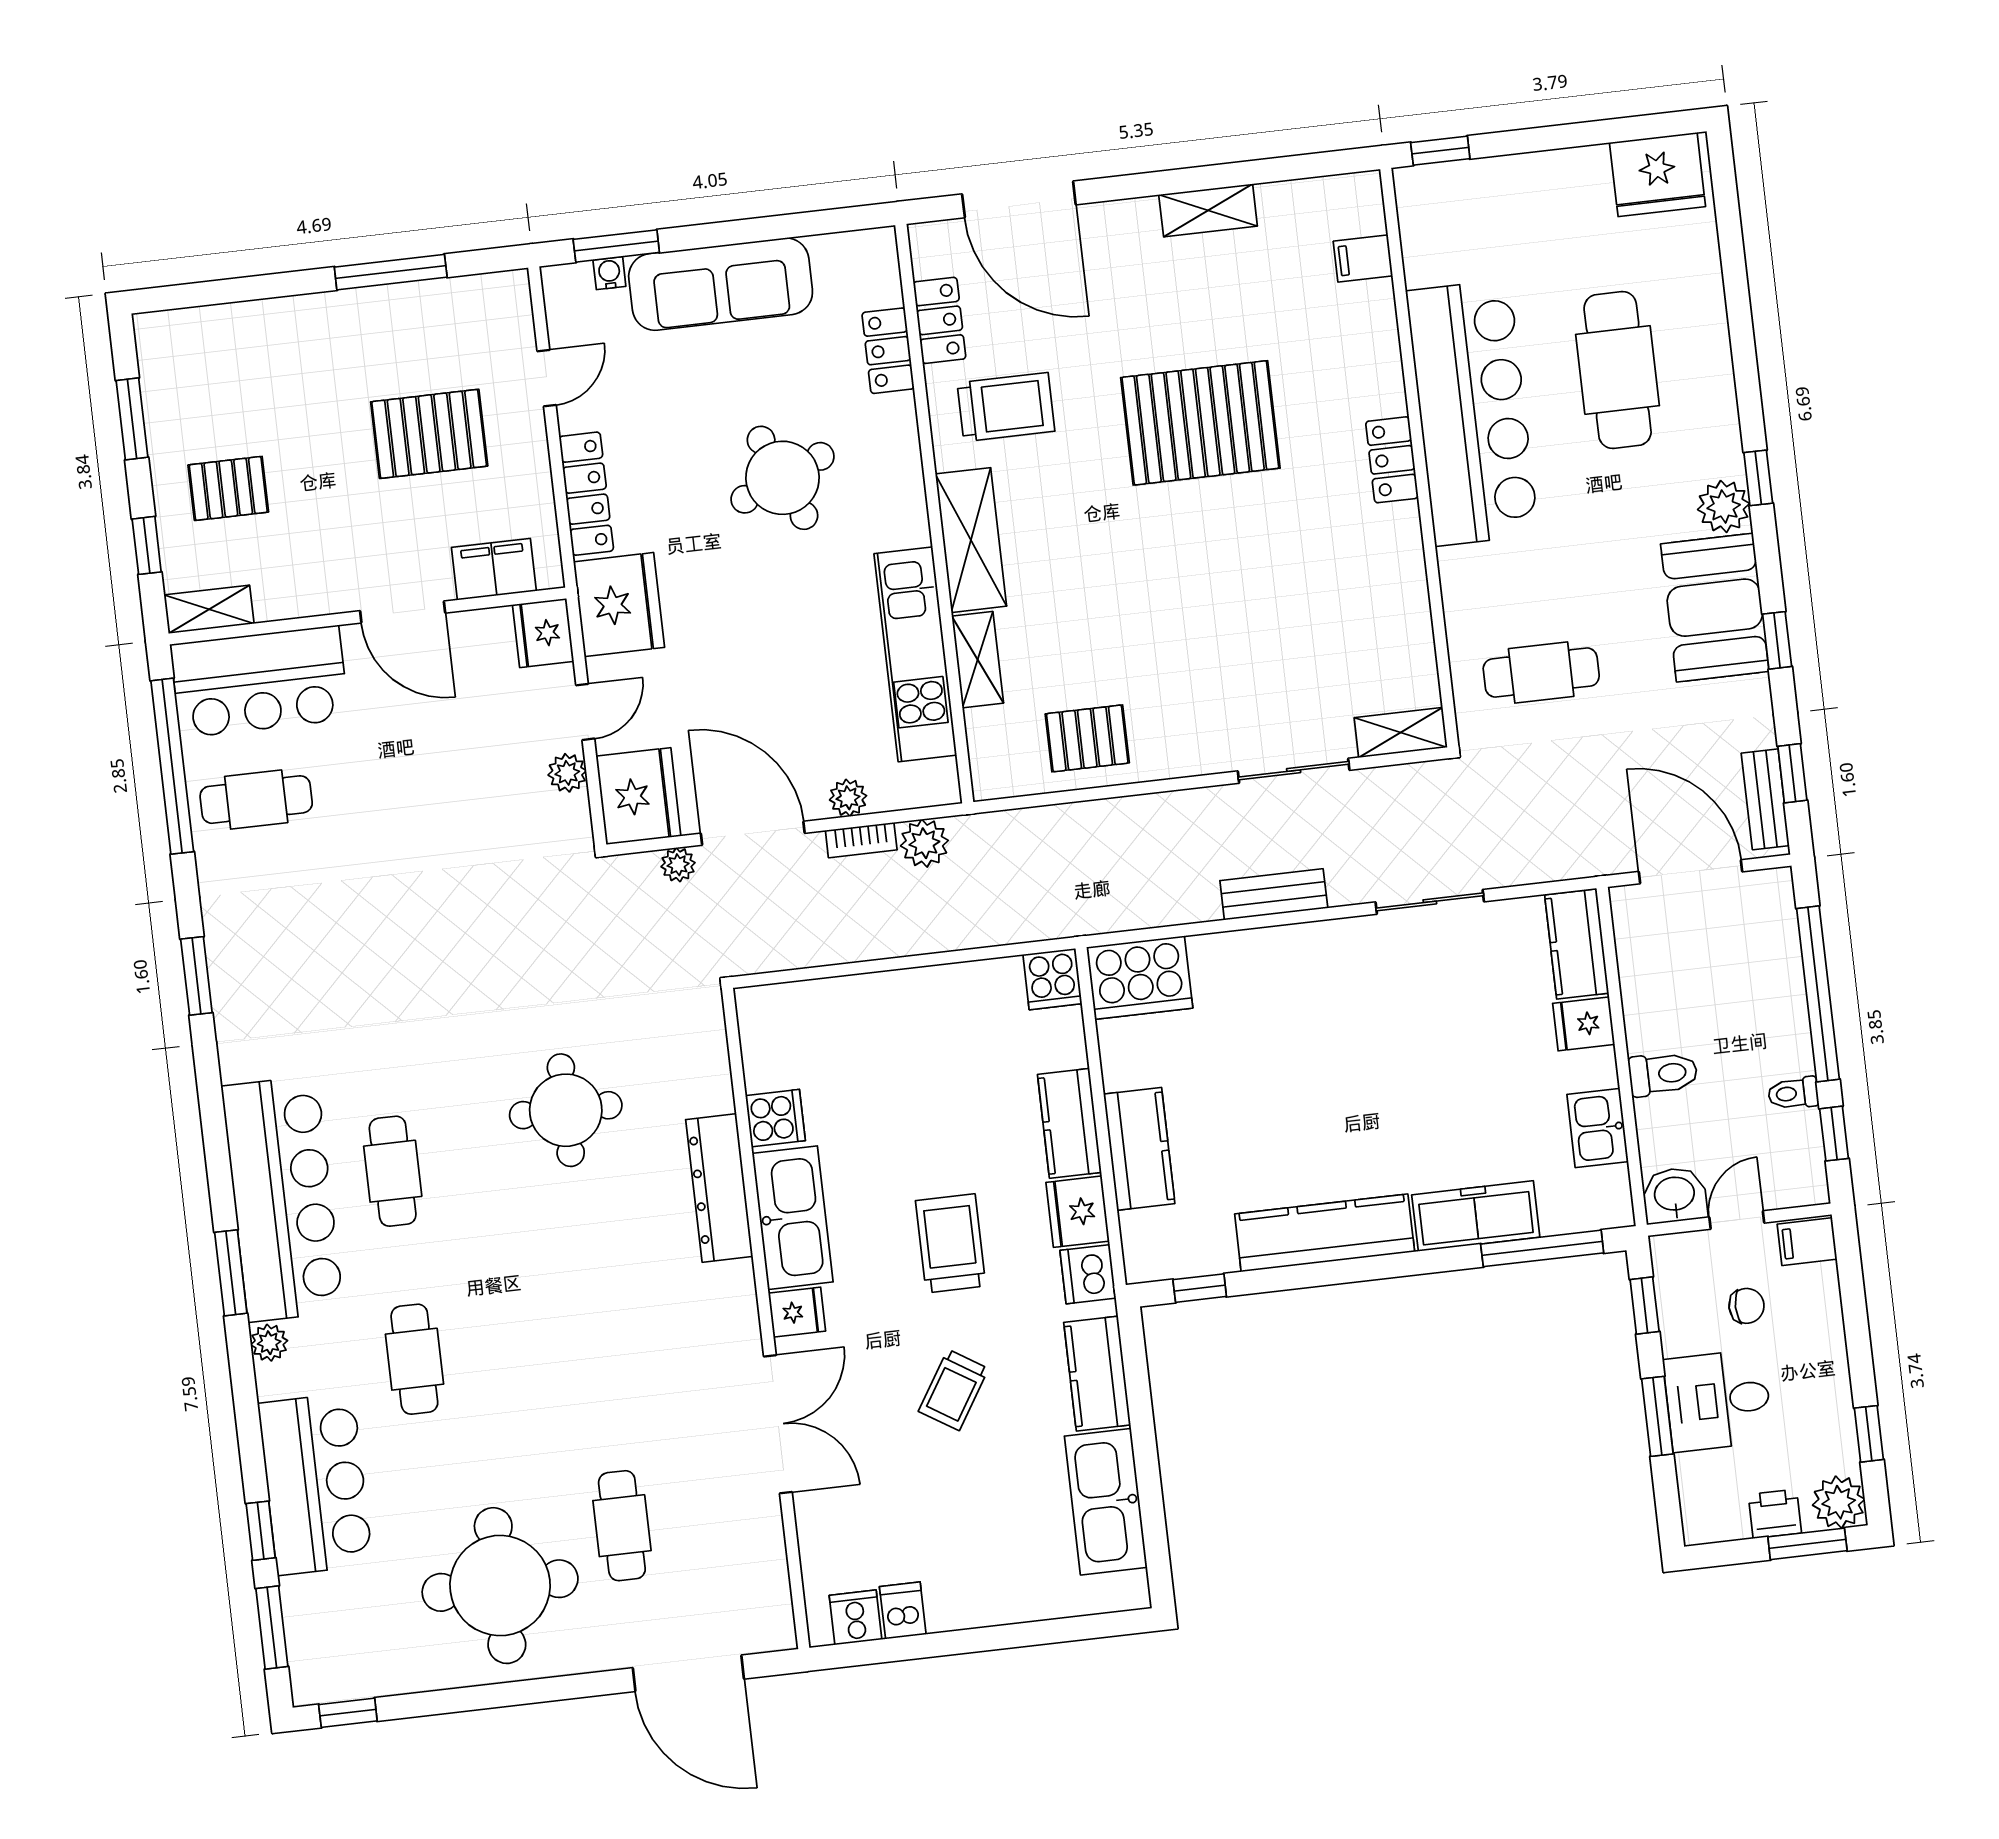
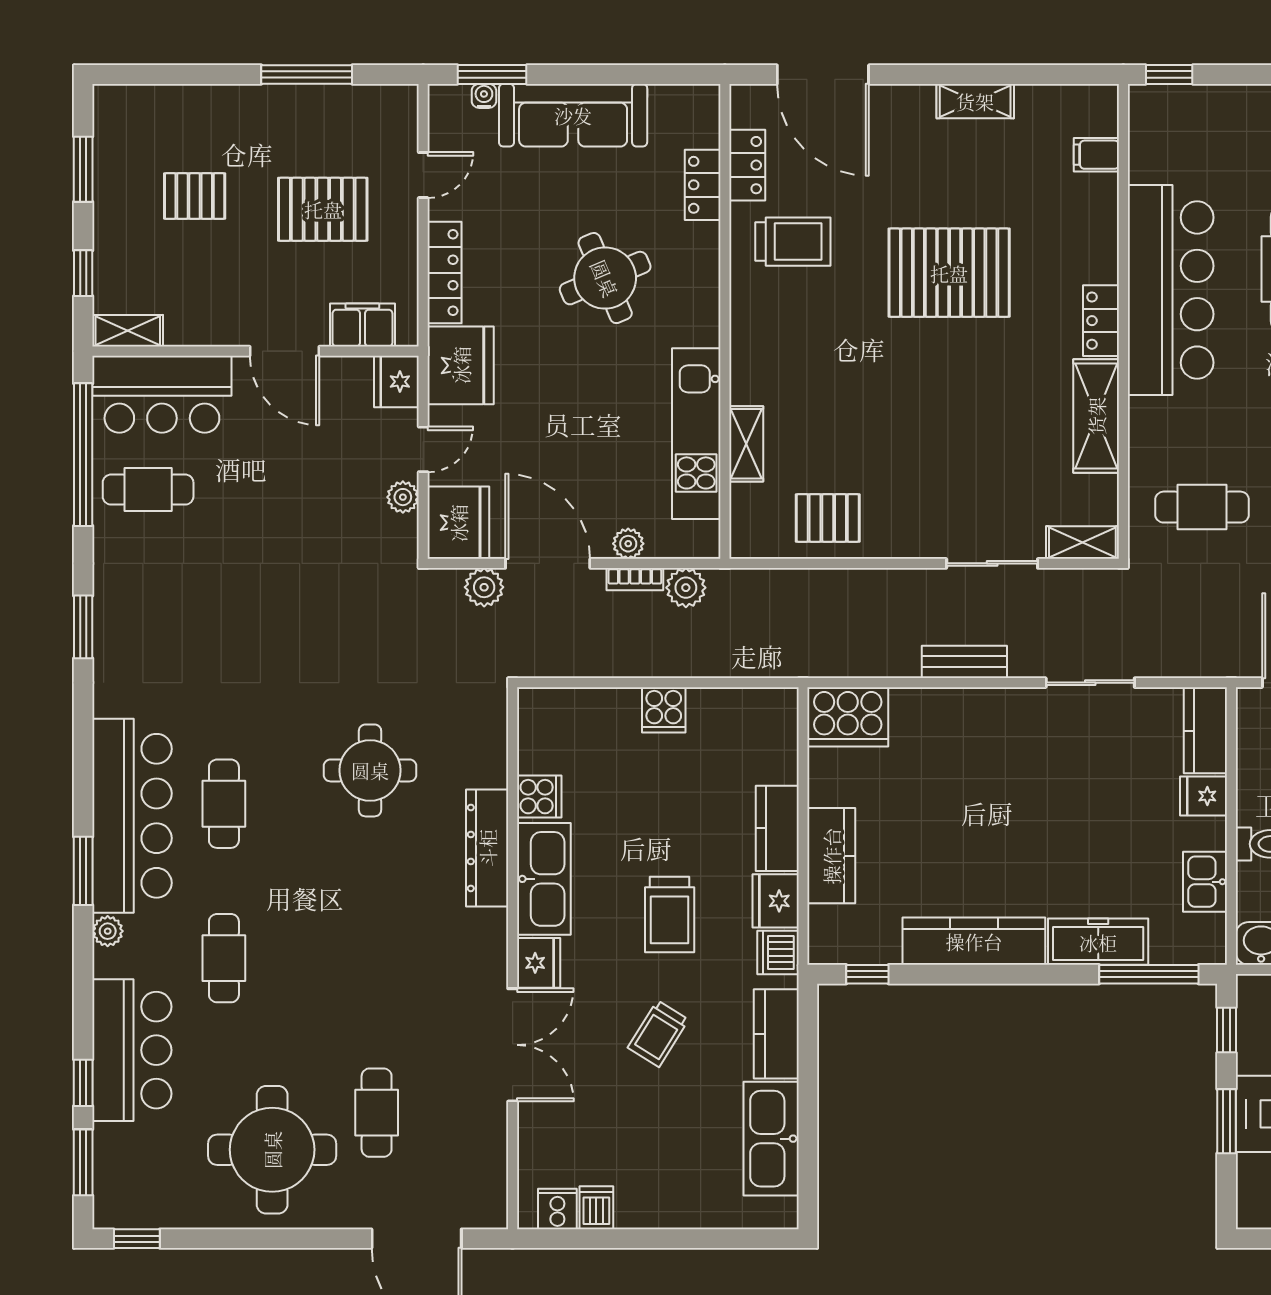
pallet: (228, 488) -> (195, 196), moved
shelving: (971, 540) -> (1096, 416), moved
plant: (678, 865) -> (484, 587), width x1.38, depth x1.38
cooker: (1052, 979) -> (664, 710), moved
trolley: (951, 1243) -> (670, 915), turned 180
fridge: (797, 1312) -> (539, 963), width x1.38

